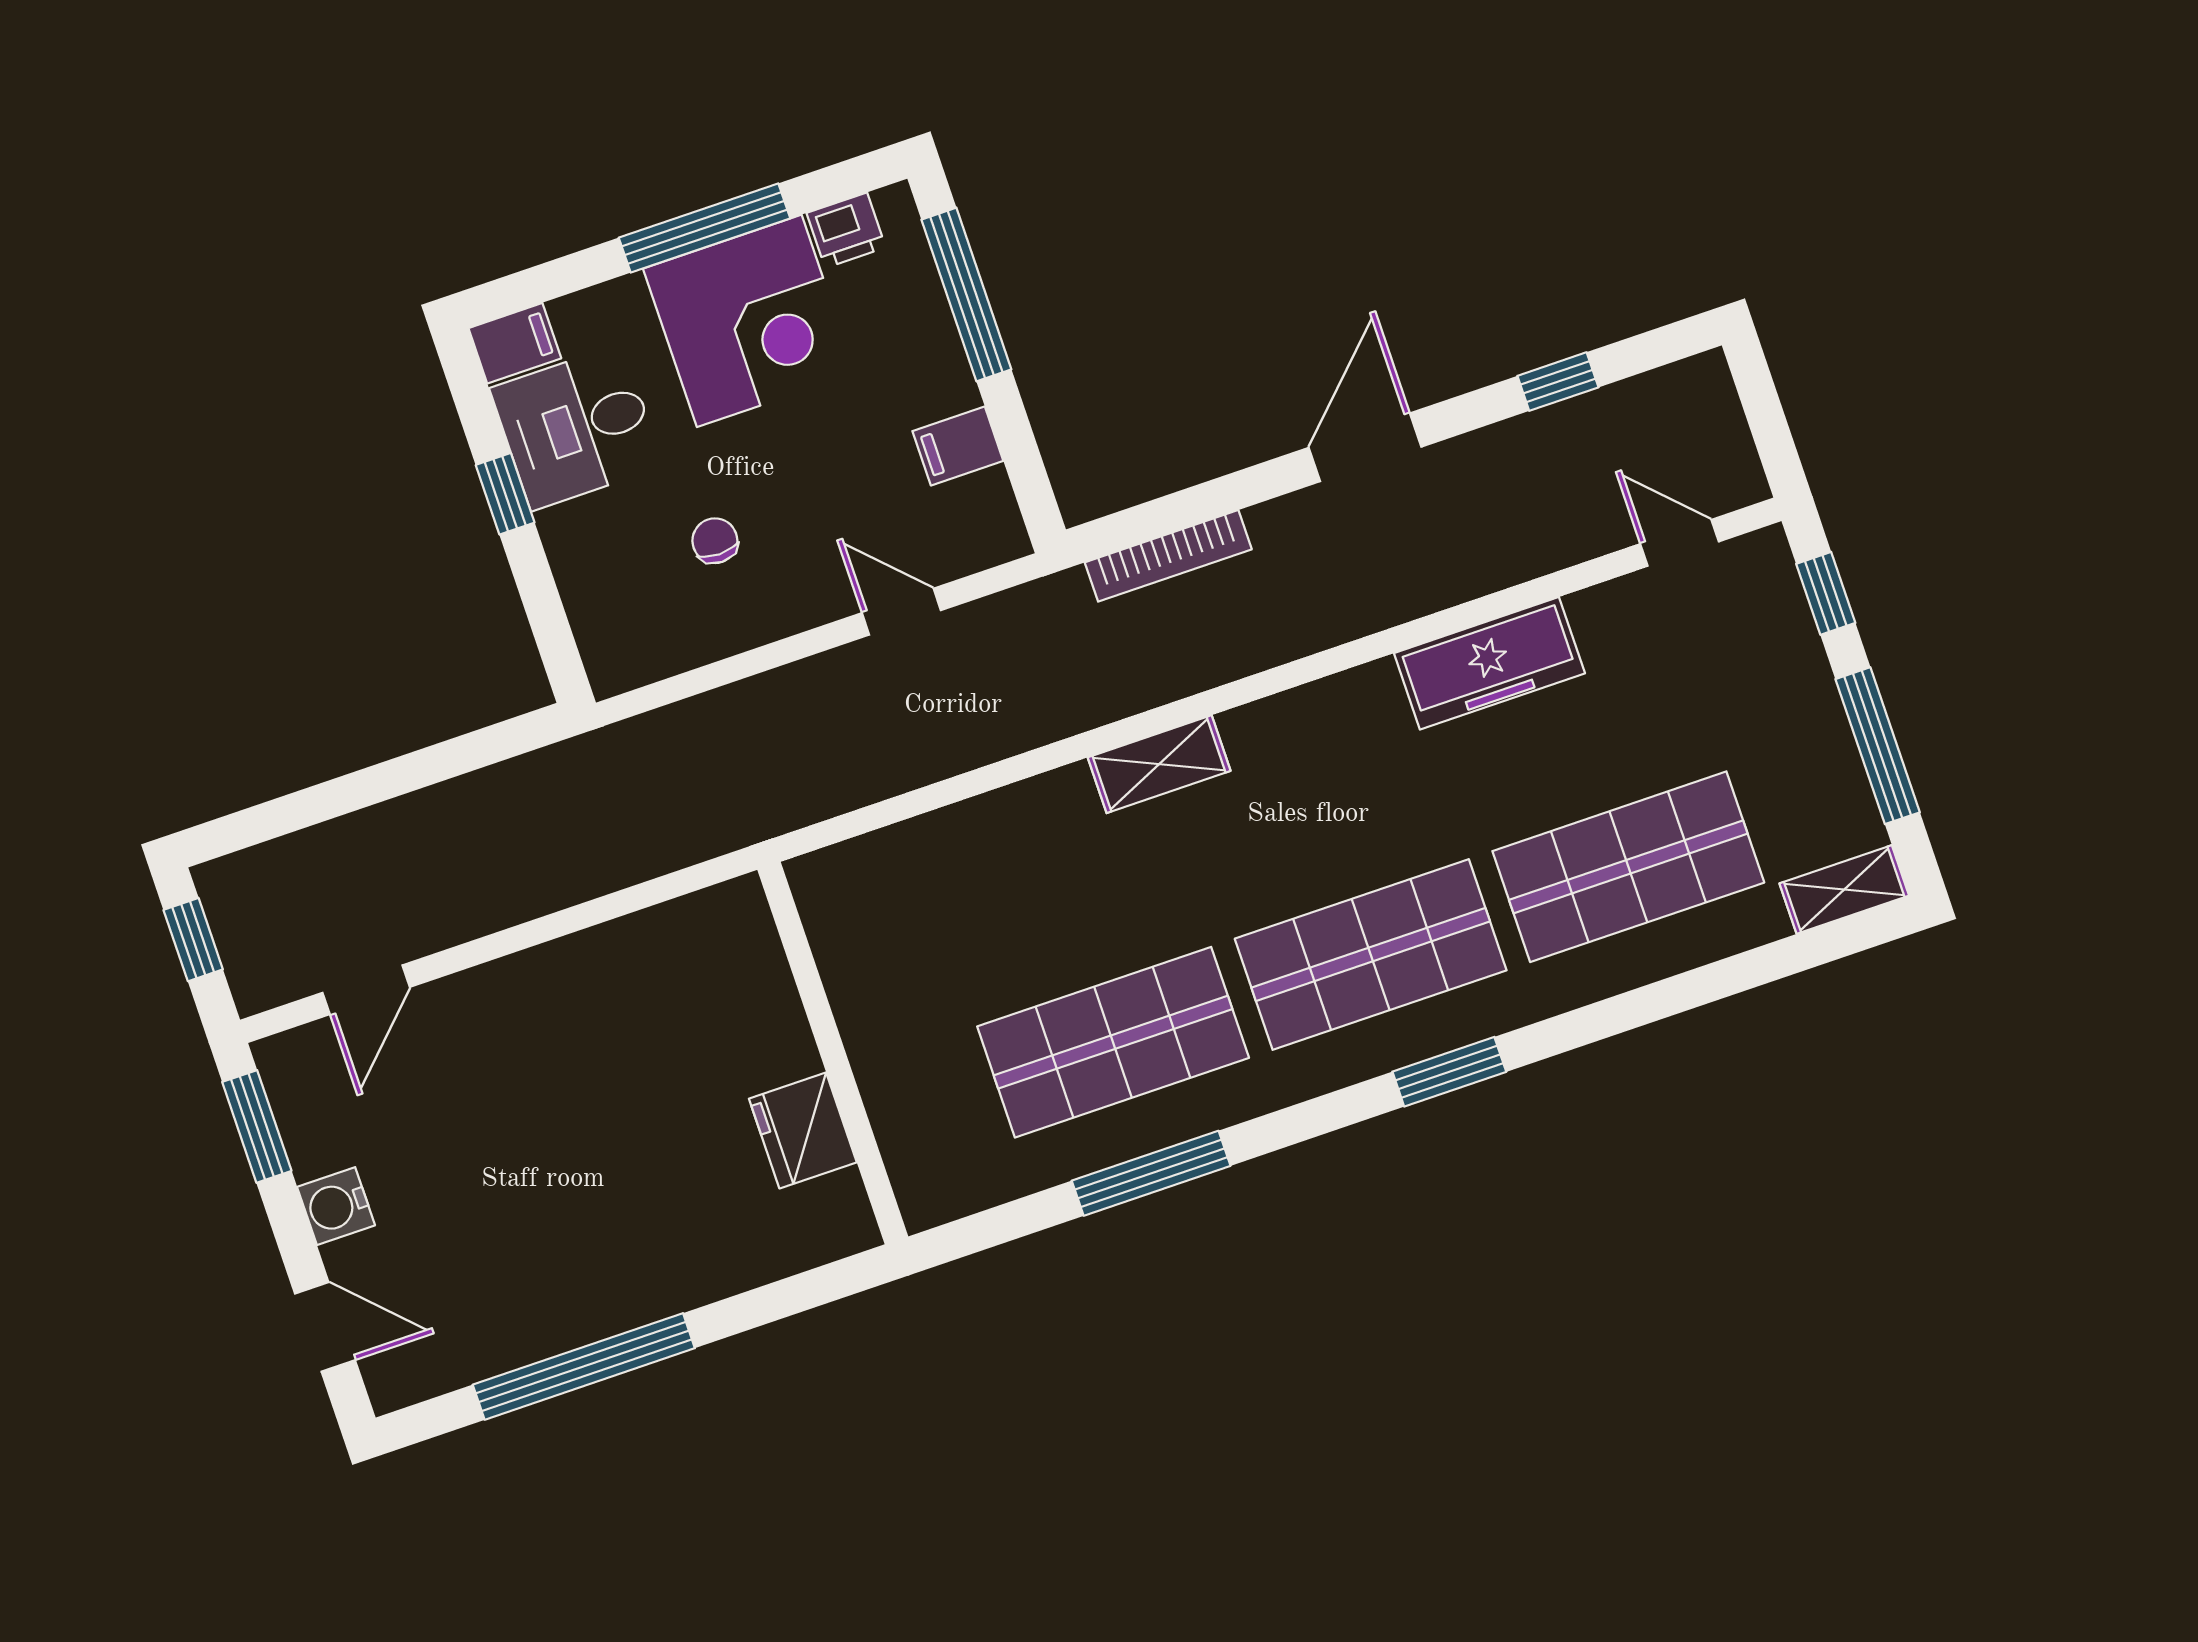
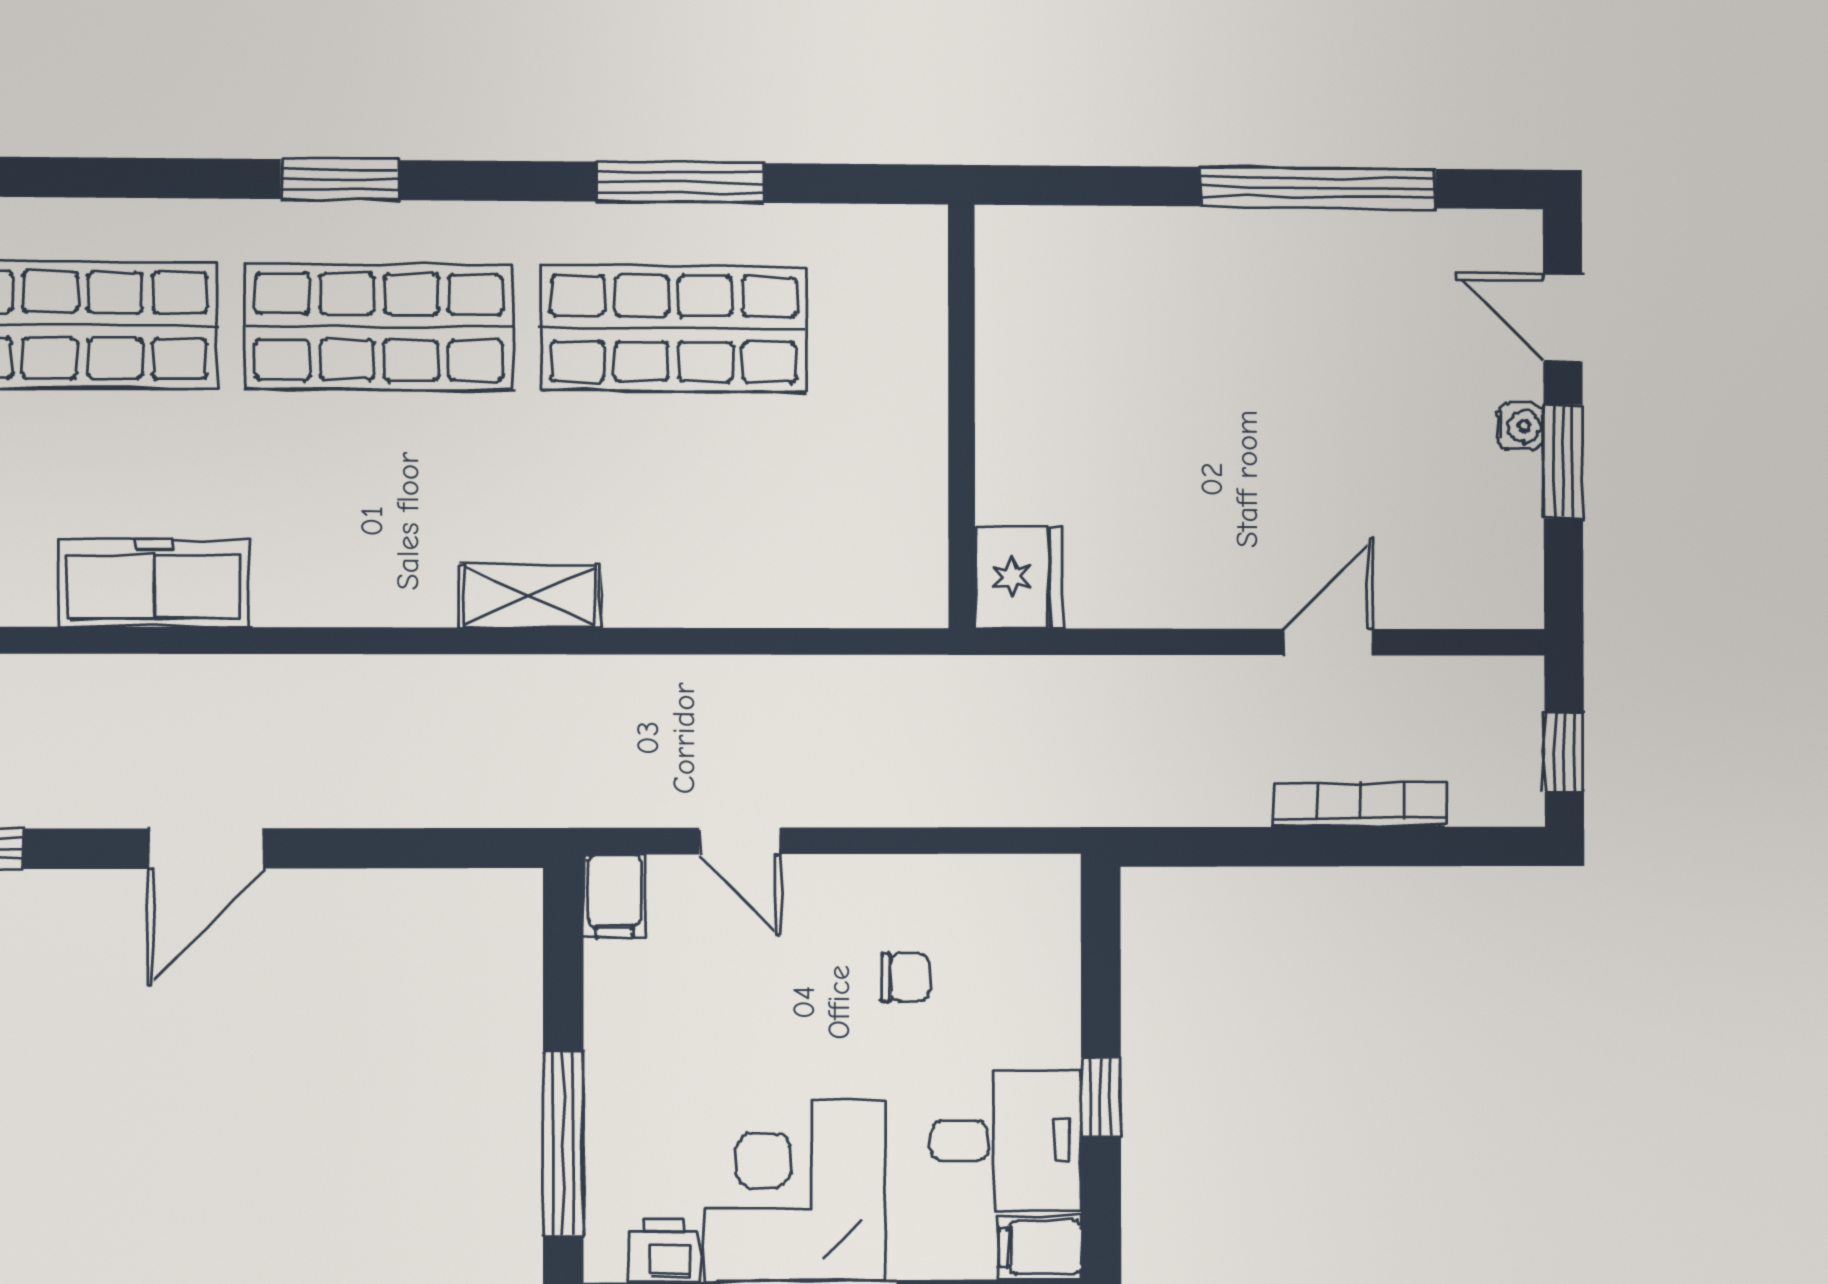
filing cabinet: (958, 446) -> (614, 896), moved, turned 90
chair: (715, 541) -> (905, 978), turned -90
bookcase: (1168, 556) -> (1360, 805), moved
door: (366, 990) -> (1329, 642), moved
window: (257, 1126) -> (1563, 461), moved
fridge: (803, 1131) -> (1019, 577), moved
water cooler: (336, 1206) -> (1520, 426), width x0.72, depth x0.72

